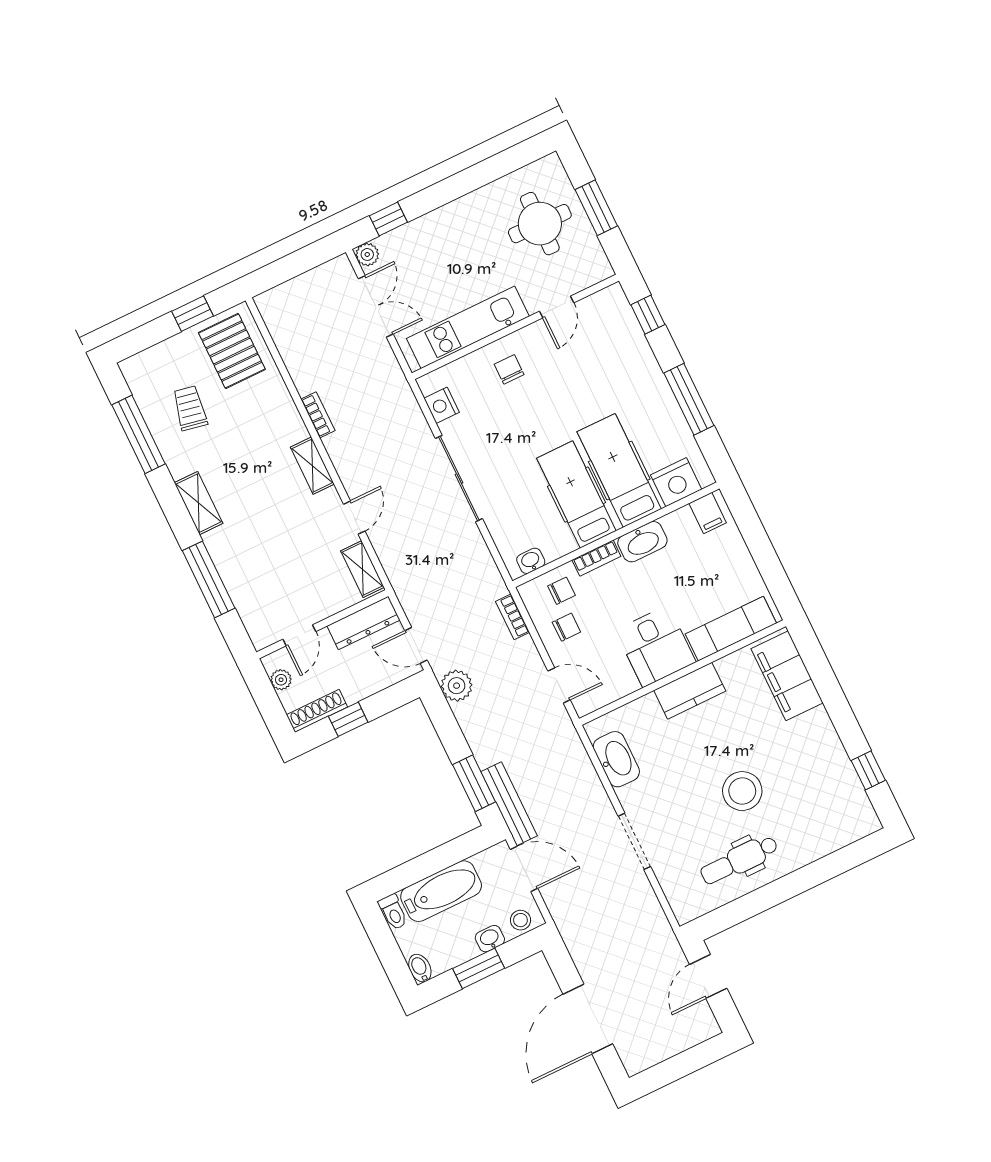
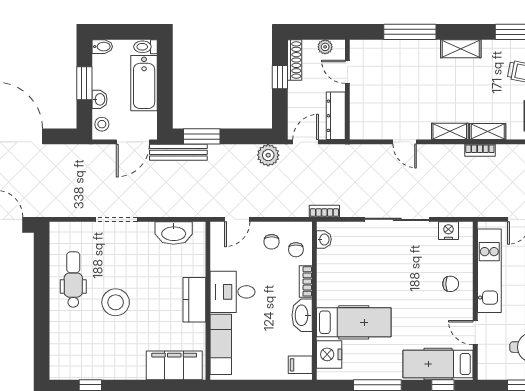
hospital bed: (576, 494) -> (438, 364), moved, turned 180
shelving: (362, 569) -> (488, 131), moved
bookcase: (513, 617) -> (324, 211), moved

